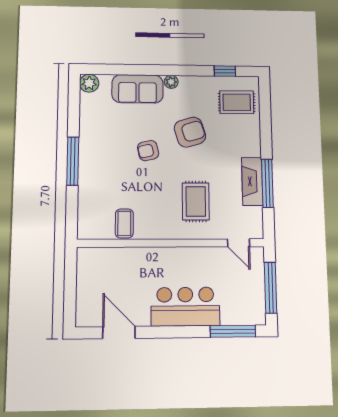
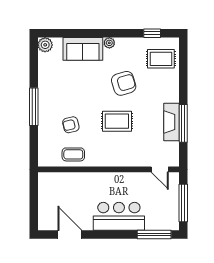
armchair: (148, 151) -> (71, 125), moved
rug: (196, 201) -> (117, 121), moved, turned 90
coffee table: (124, 223) -> (73, 154), turned 90

